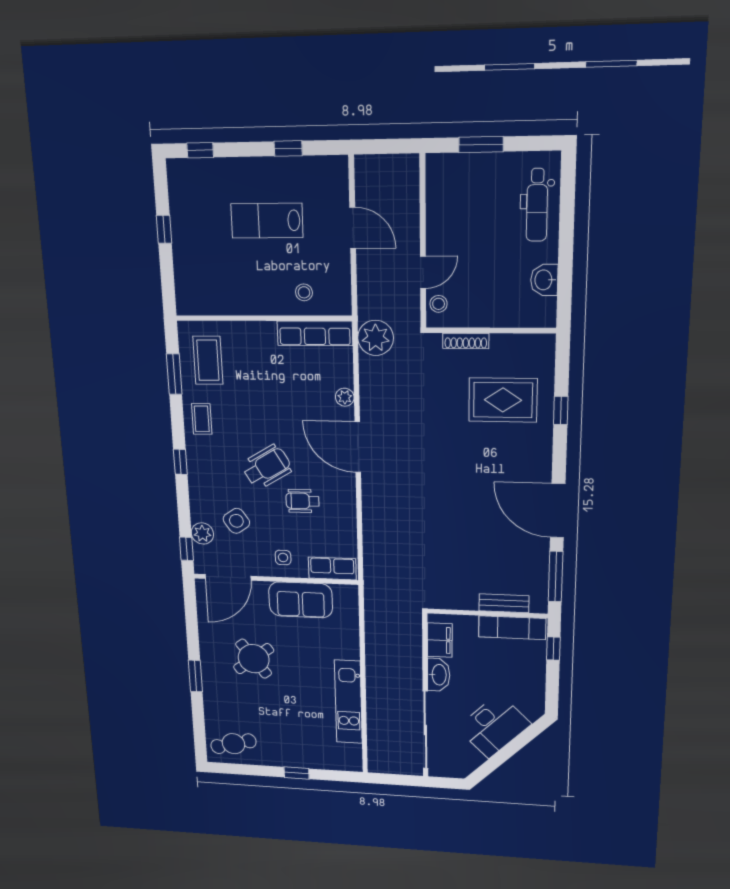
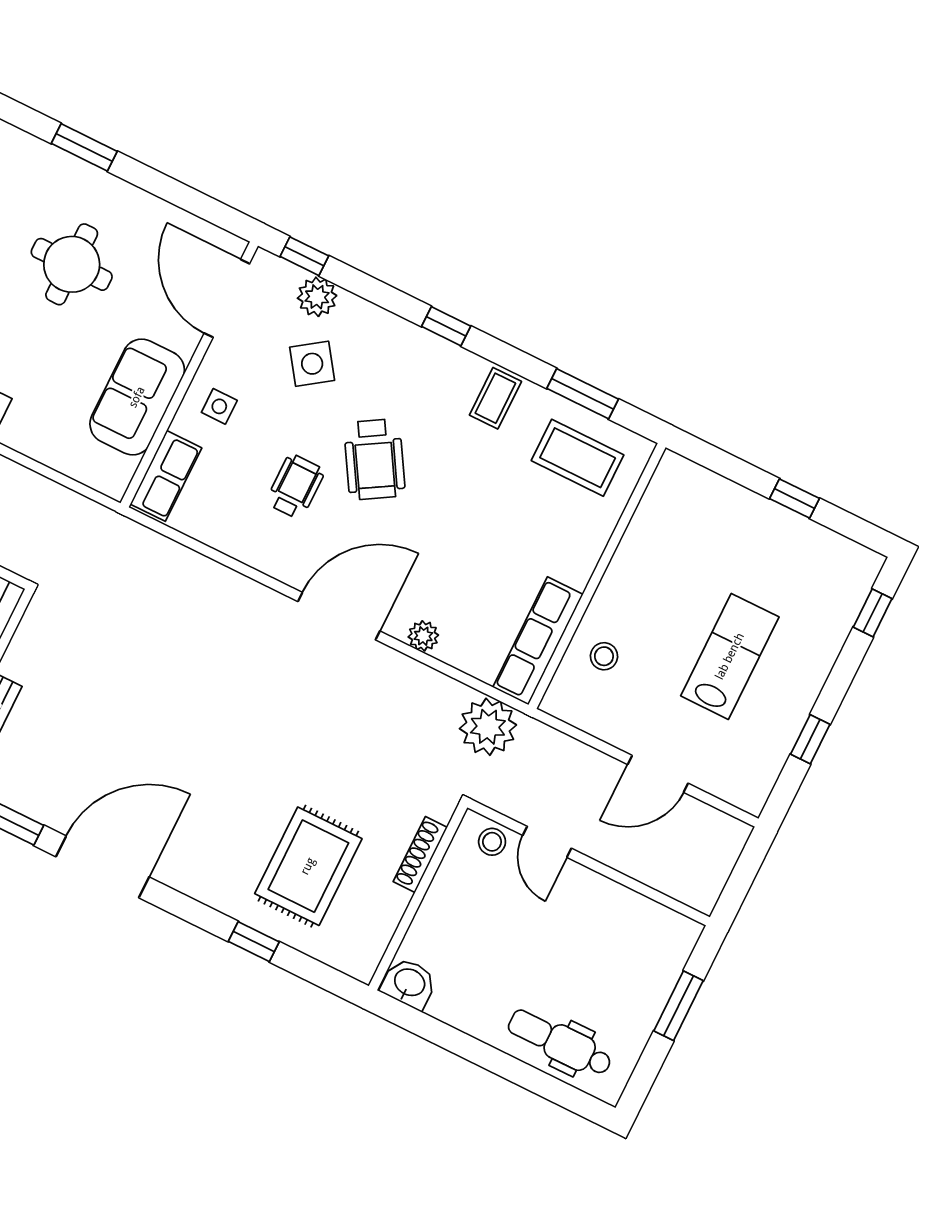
washbasin: (544, 280) -> (409, 983), moved
coffee table: (202, 419) -> (495, 398), turned 90
round table: (254, 659) -> (72, 264), turned 37

